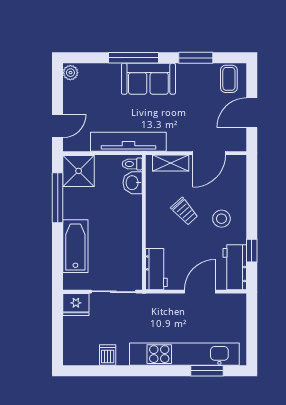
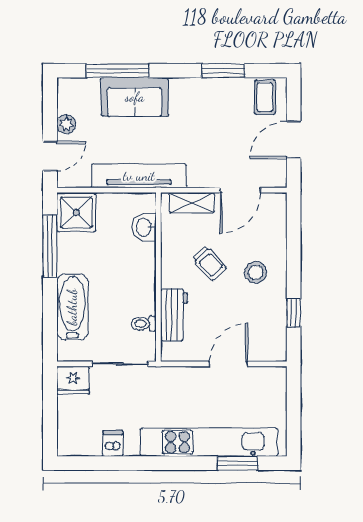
window: (133, 58) -> (118, 71), moved
plant: (70, 73) -> (66, 124), moved
sofa: (148, 79) -> (135, 97), moved
toilet: (132, 164) -> (144, 324), moved
workbench: (235, 267) -> (272, 333), removed
workbench: (156, 269) -> (174, 315), moved

